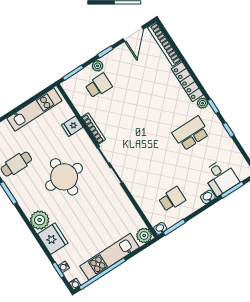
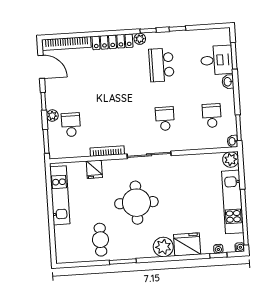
school desk: (148, 161) -> (165, 119), added

